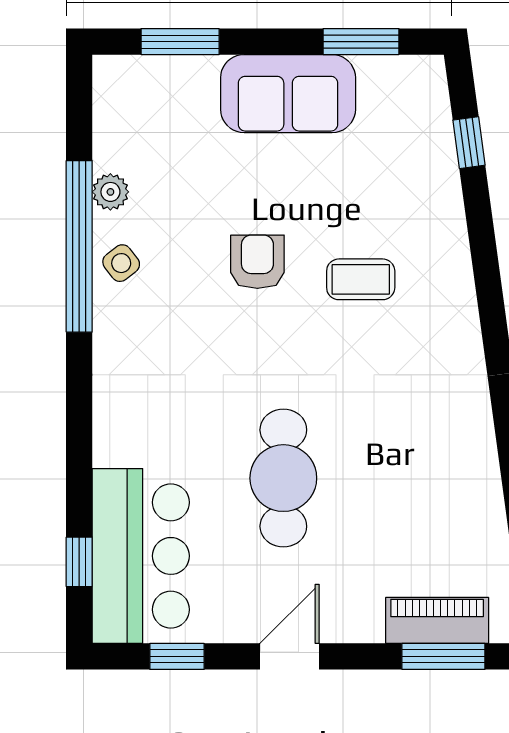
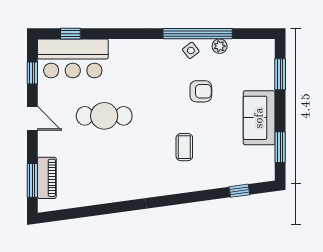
armchair: (257, 262) -> (201, 91), moved

